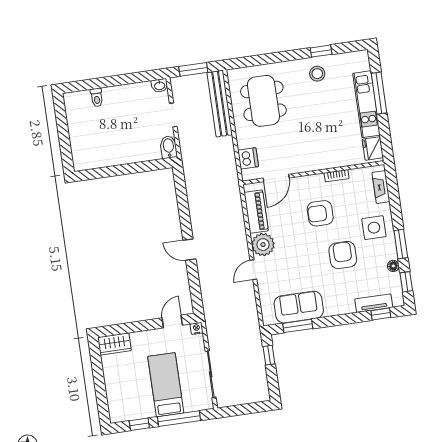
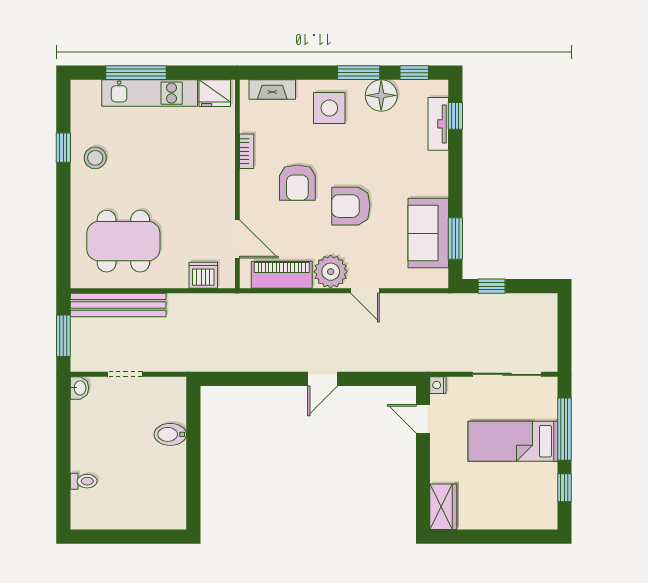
bidet: (169, 147) -> (170, 434), moved
armchair: (343, 255) -> (351, 206), moved
floor lamp: (393, 266) -> (381, 95), width x1.89, depth x1.89

